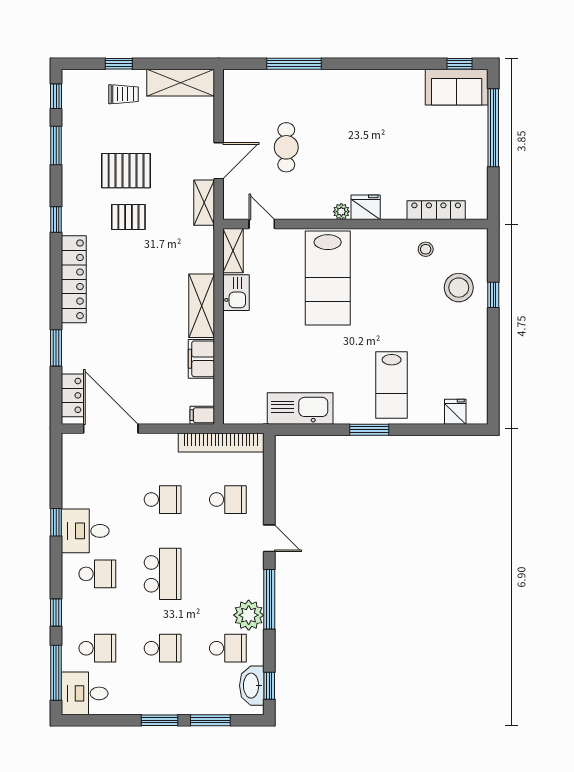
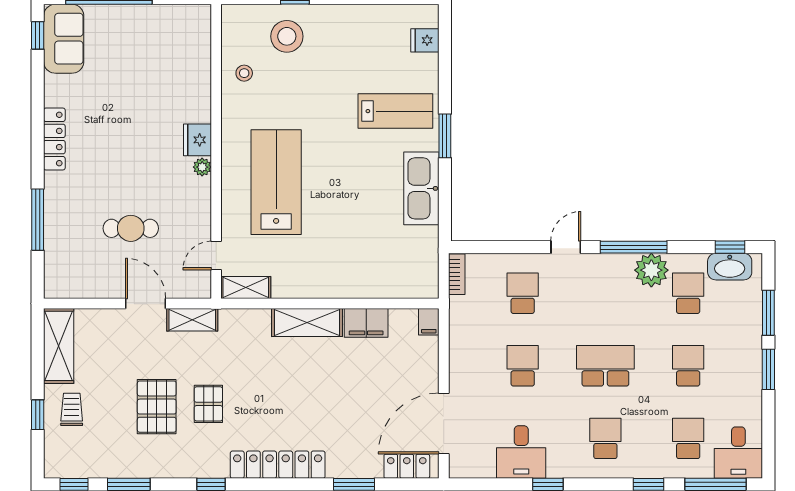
locker: (436, 210) -> (54, 139), moved, turned 180
lab bench: (328, 278) -> (276, 182), turned -90
kitchen sink: (236, 293) -> (293, 284), removed
kitchen sink: (300, 408) -> (421, 188), moved
bookcase: (221, 442) -> (457, 274), width x0.43, depth x0.76
desk: (85, 531) -> (521, 452), moved

